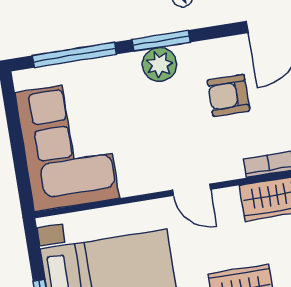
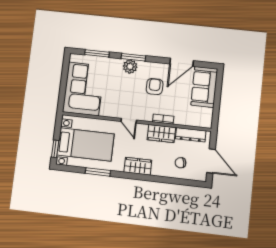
window: (74, 55) -> (97, 53), width x0.69
armchair: (228, 95) -> (155, 87), turned 90

